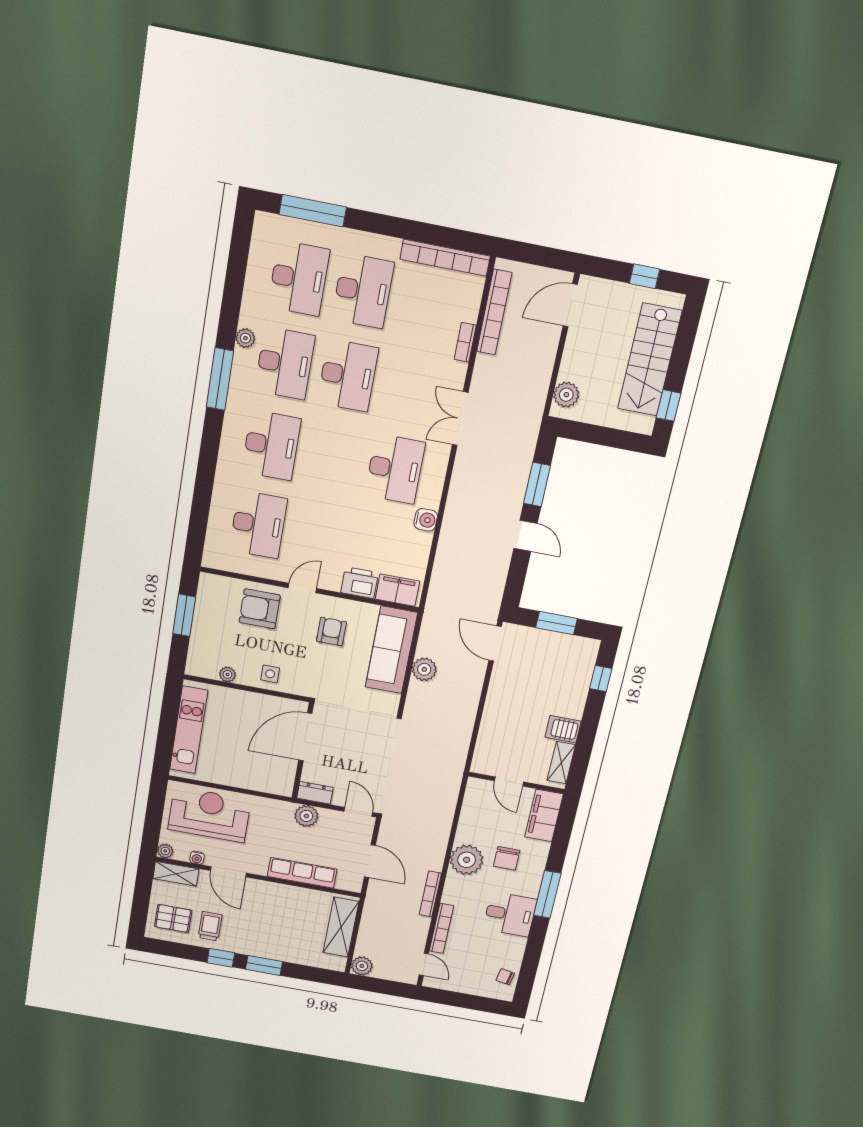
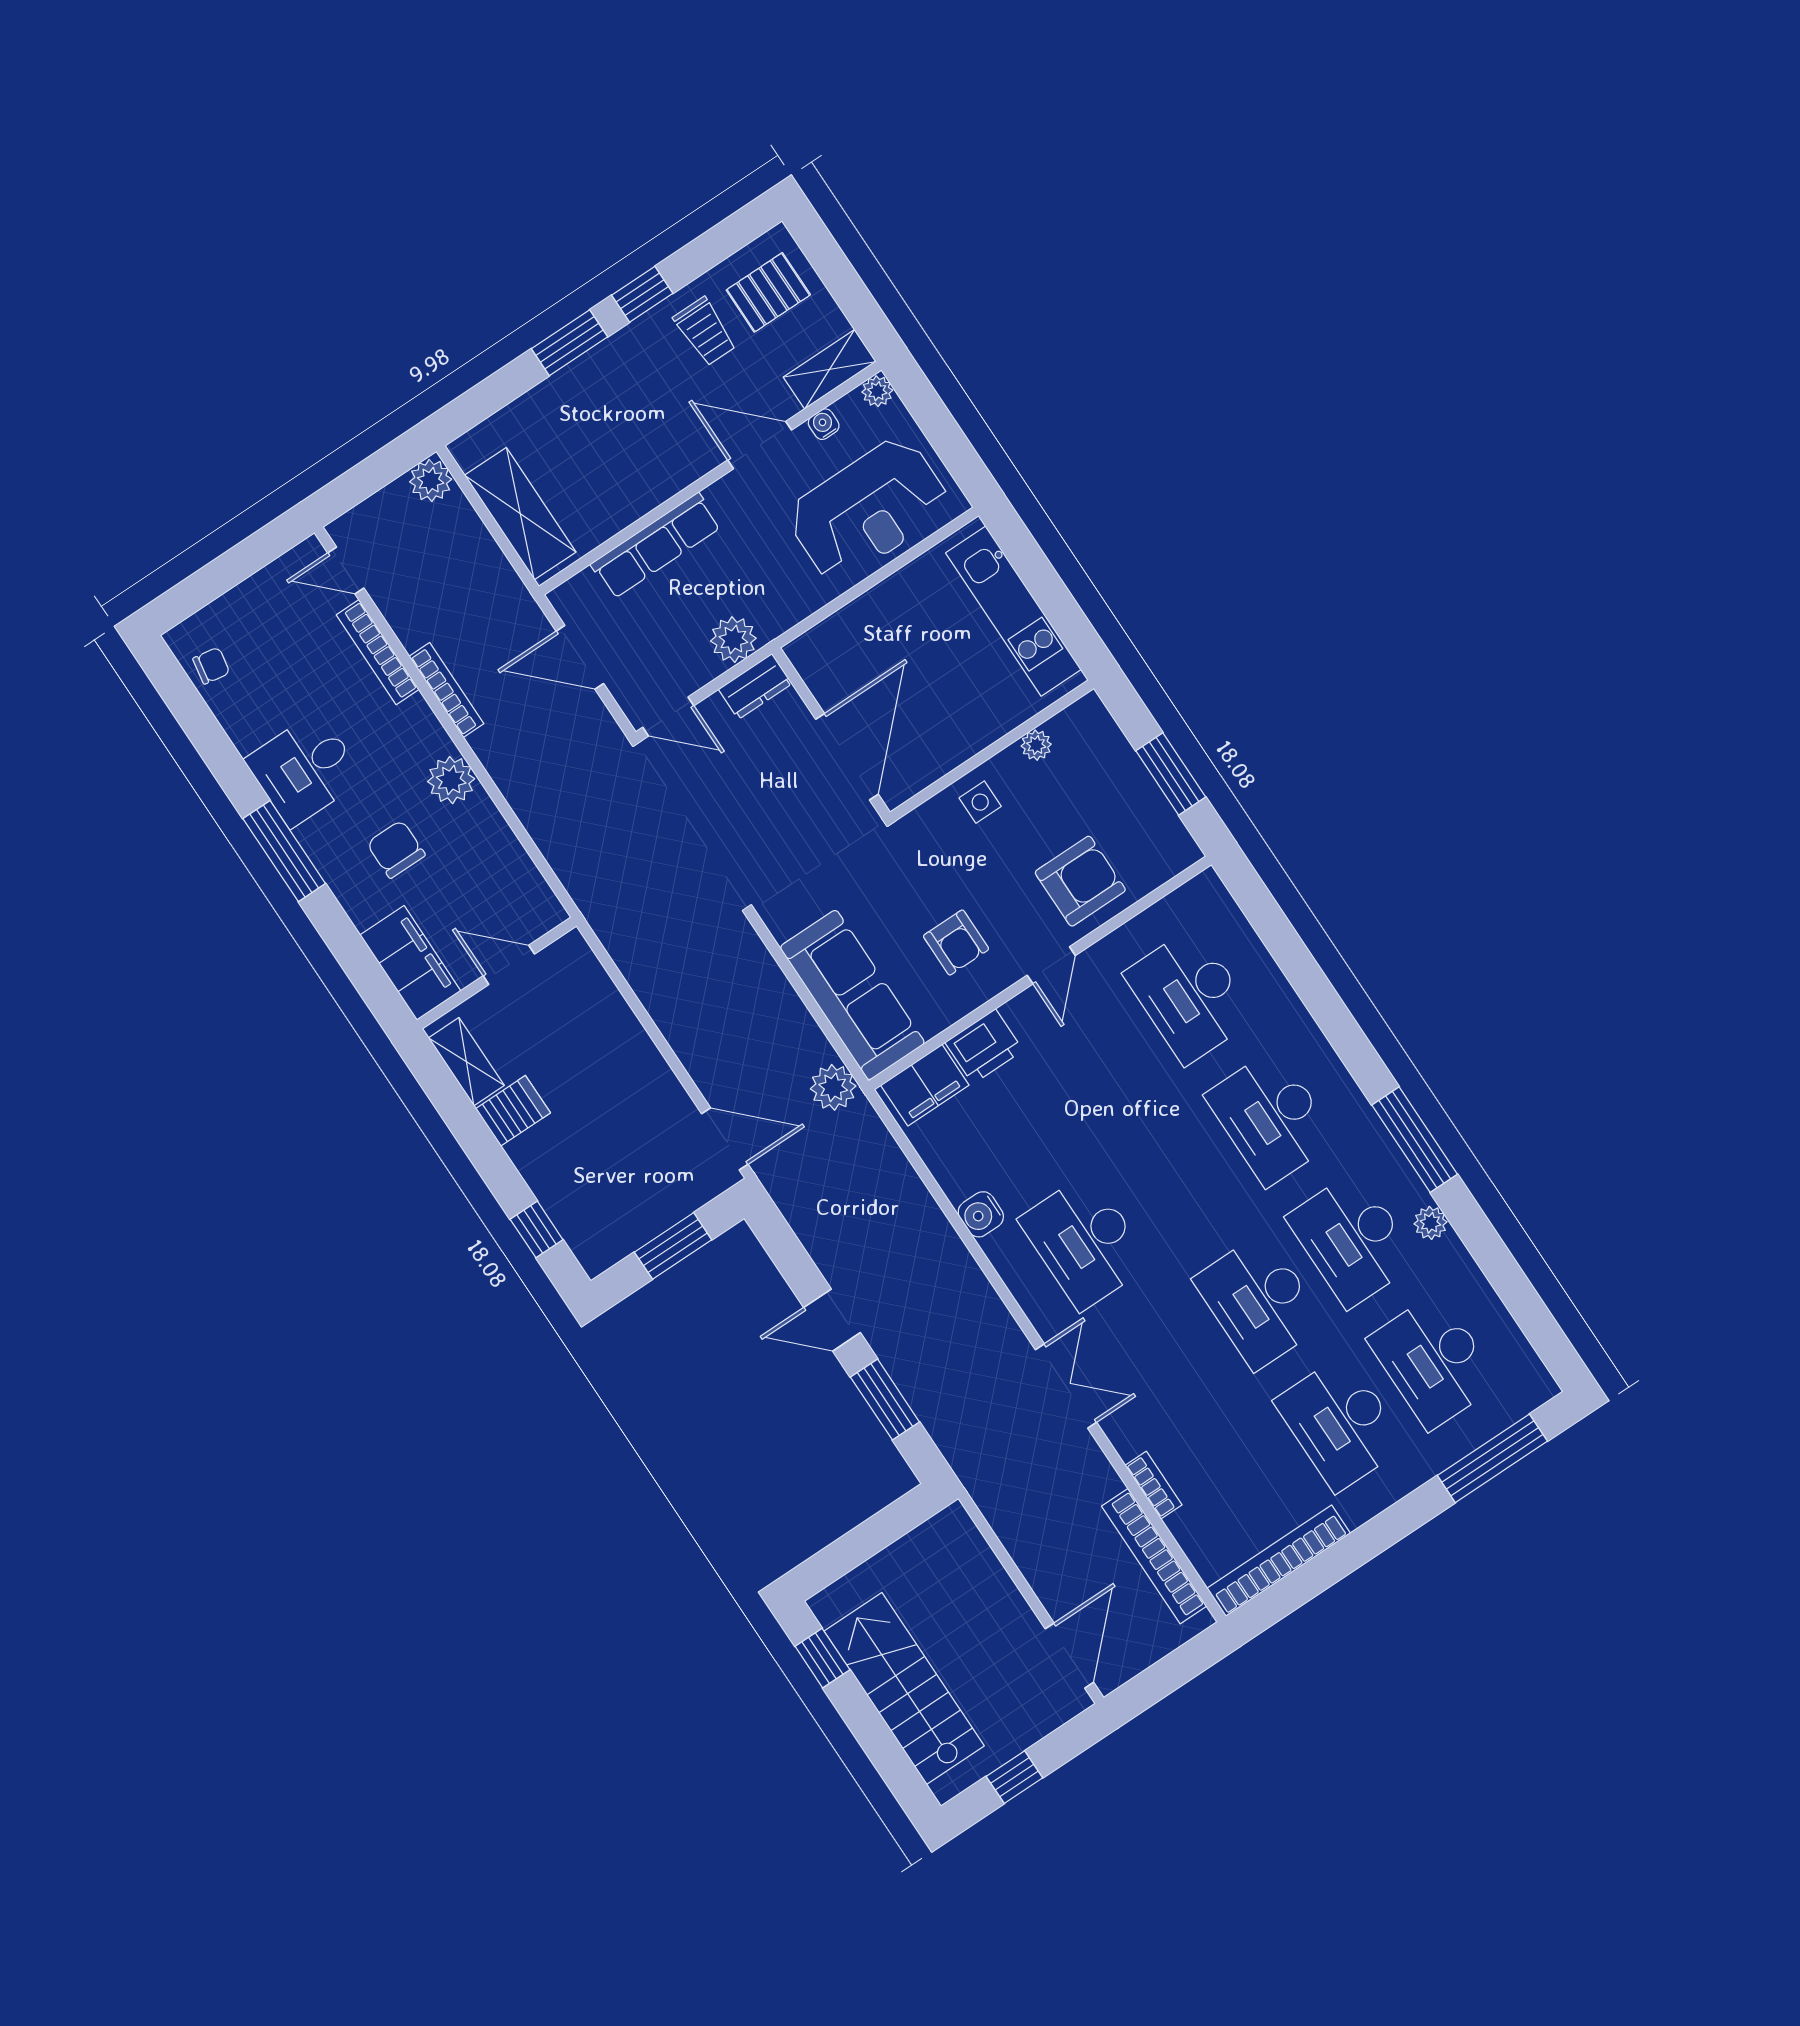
plant: (566, 395) -> (963, 1546), removed
plant: (424, 669) -> (833, 1087), moved
plant: (467, 860) -> (451, 780), width x0.73, depth x0.73

